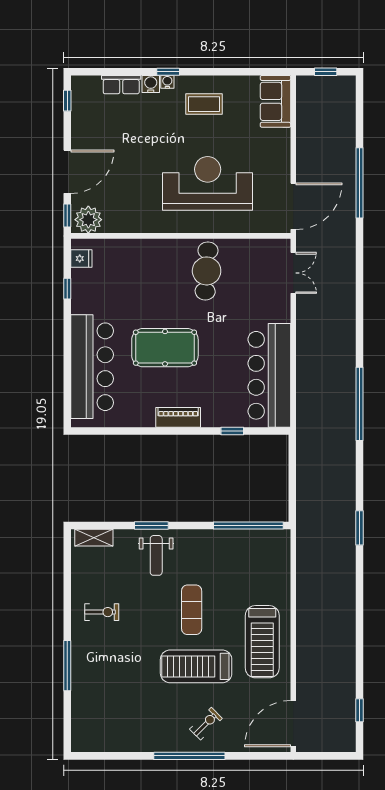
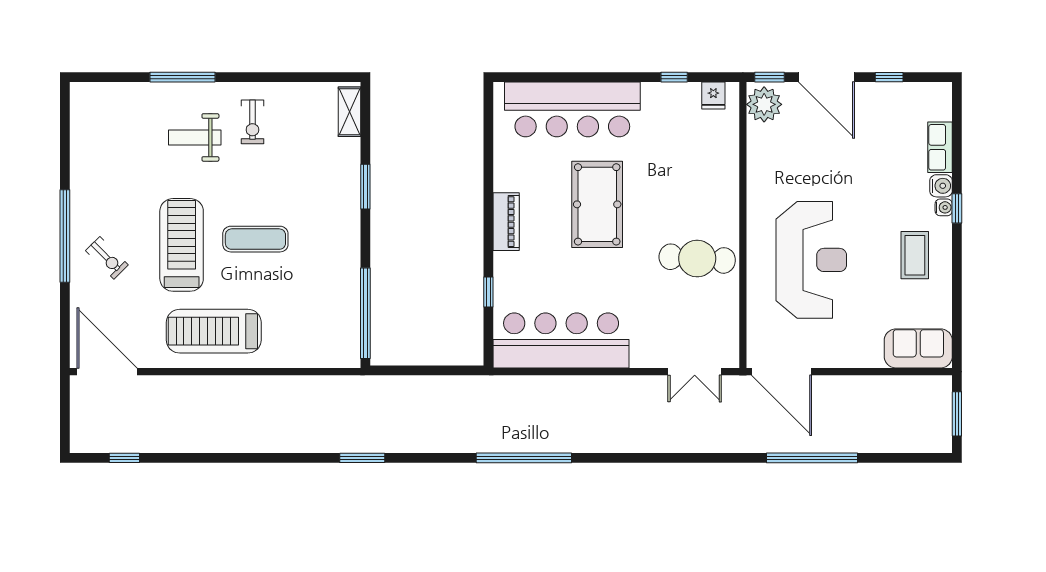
window: (326, 72) -> (957, 414), width x1.50
window: (67, 101) -> (889, 77), moved
weight bench: (156, 555) -> (195, 137), moved

